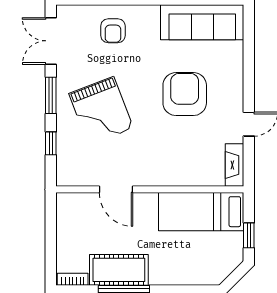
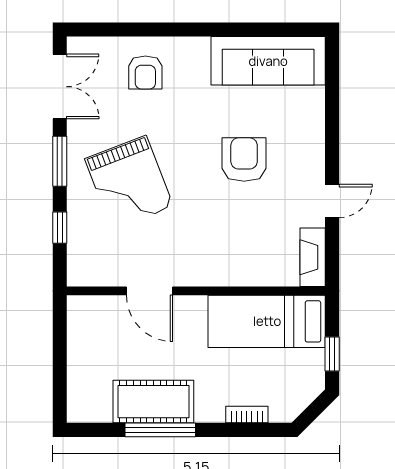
double door: (51, 41) -> (60, 87), swing flipped
armchair: (185, 94) -> (244, 160), width x0.73, depth x0.73
bookcase: (73, 279) -> (247, 415), moved

